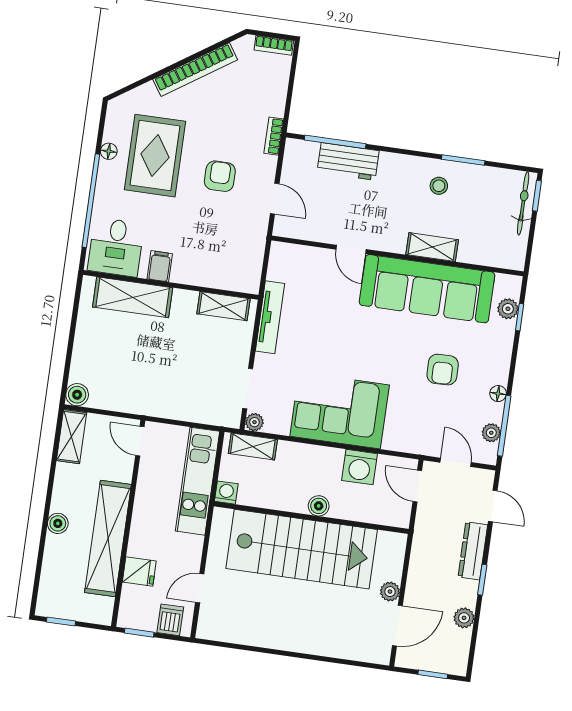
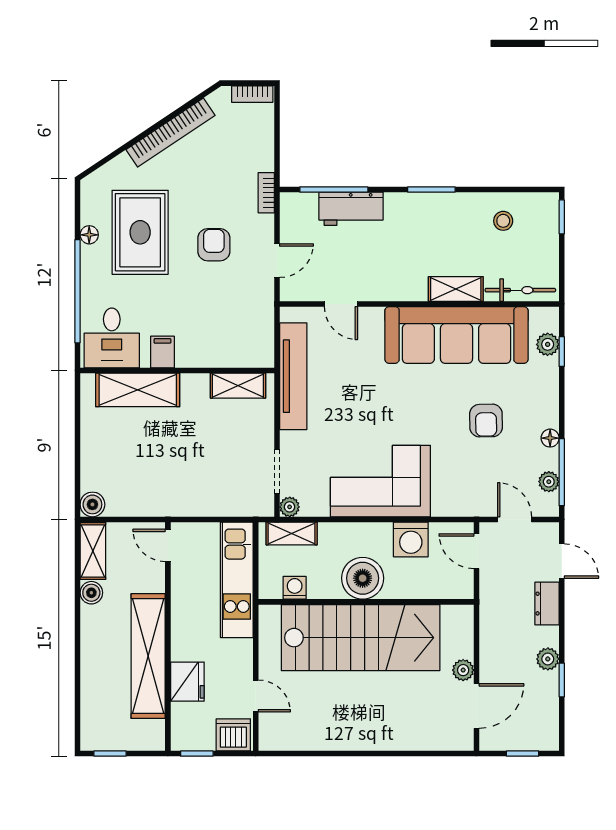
window: (463, 160) -> (431, 190), moved
stool: (439, 186) -> (503, 221), moved
door: (275, 199) -> (277, 261), hinge flipped
bicycle: (523, 203) -> (520, 290), moved, turned 90
door: (351, 249) -> (341, 304), moved
tv unit: (270, 317) -> (293, 376), width x1.36, depth x1.29
washing machine: (226, 493) -> (295, 588), moved
boiler: (319, 506) -> (363, 578), width x1.86, depth x1.86
boiler: (58, 523) -> (91, 593), moved
dresser: (473, 551) -> (547, 604), width x0.70
fridge: (139, 571) -> (187, 682), width x1.38
window: (482, 580) -> (562, 680), moved
door: (200, 588) -> (256, 696), swing flipped
plant: (464, 618) -> (548, 659), moved
dishwasher: (170, 620) -> (233, 735), width x1.38

